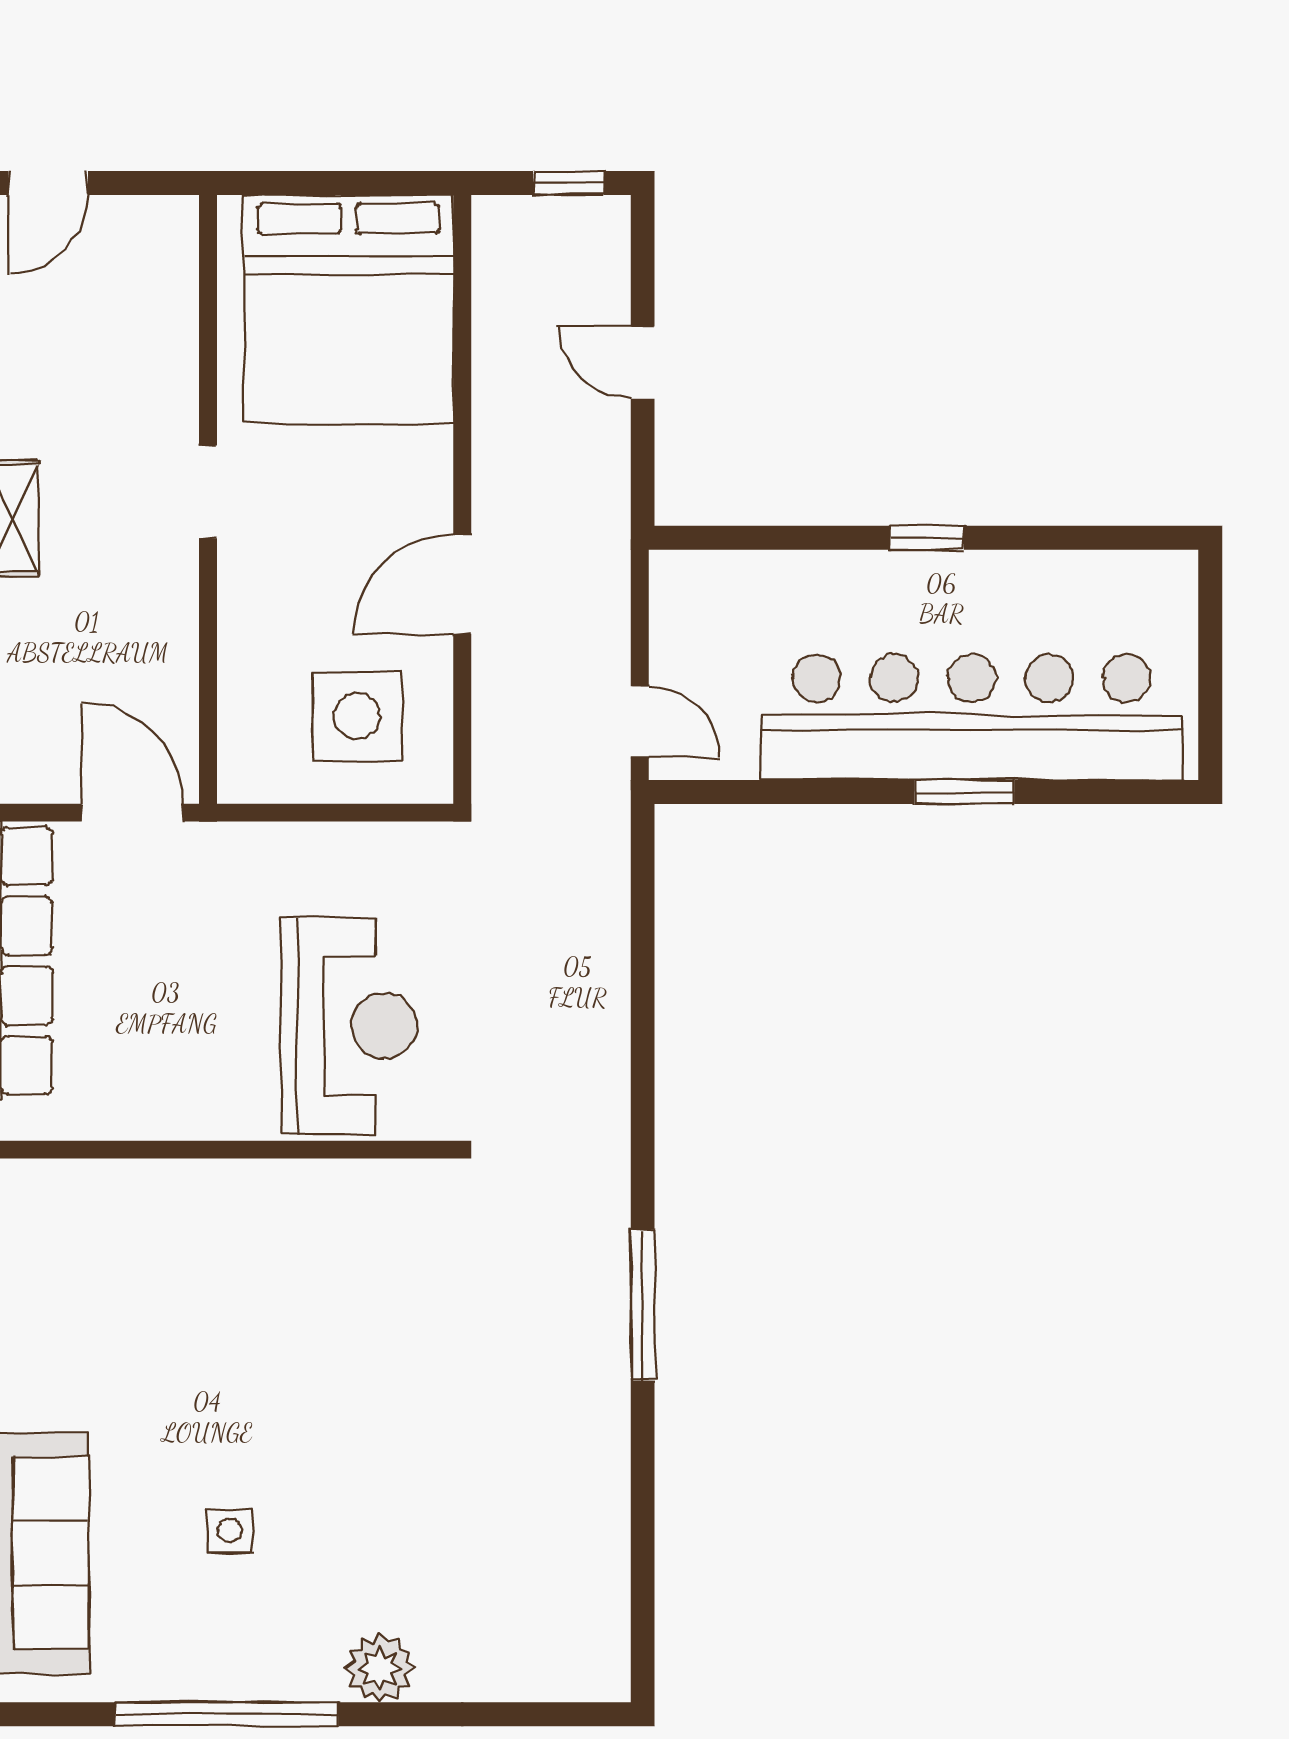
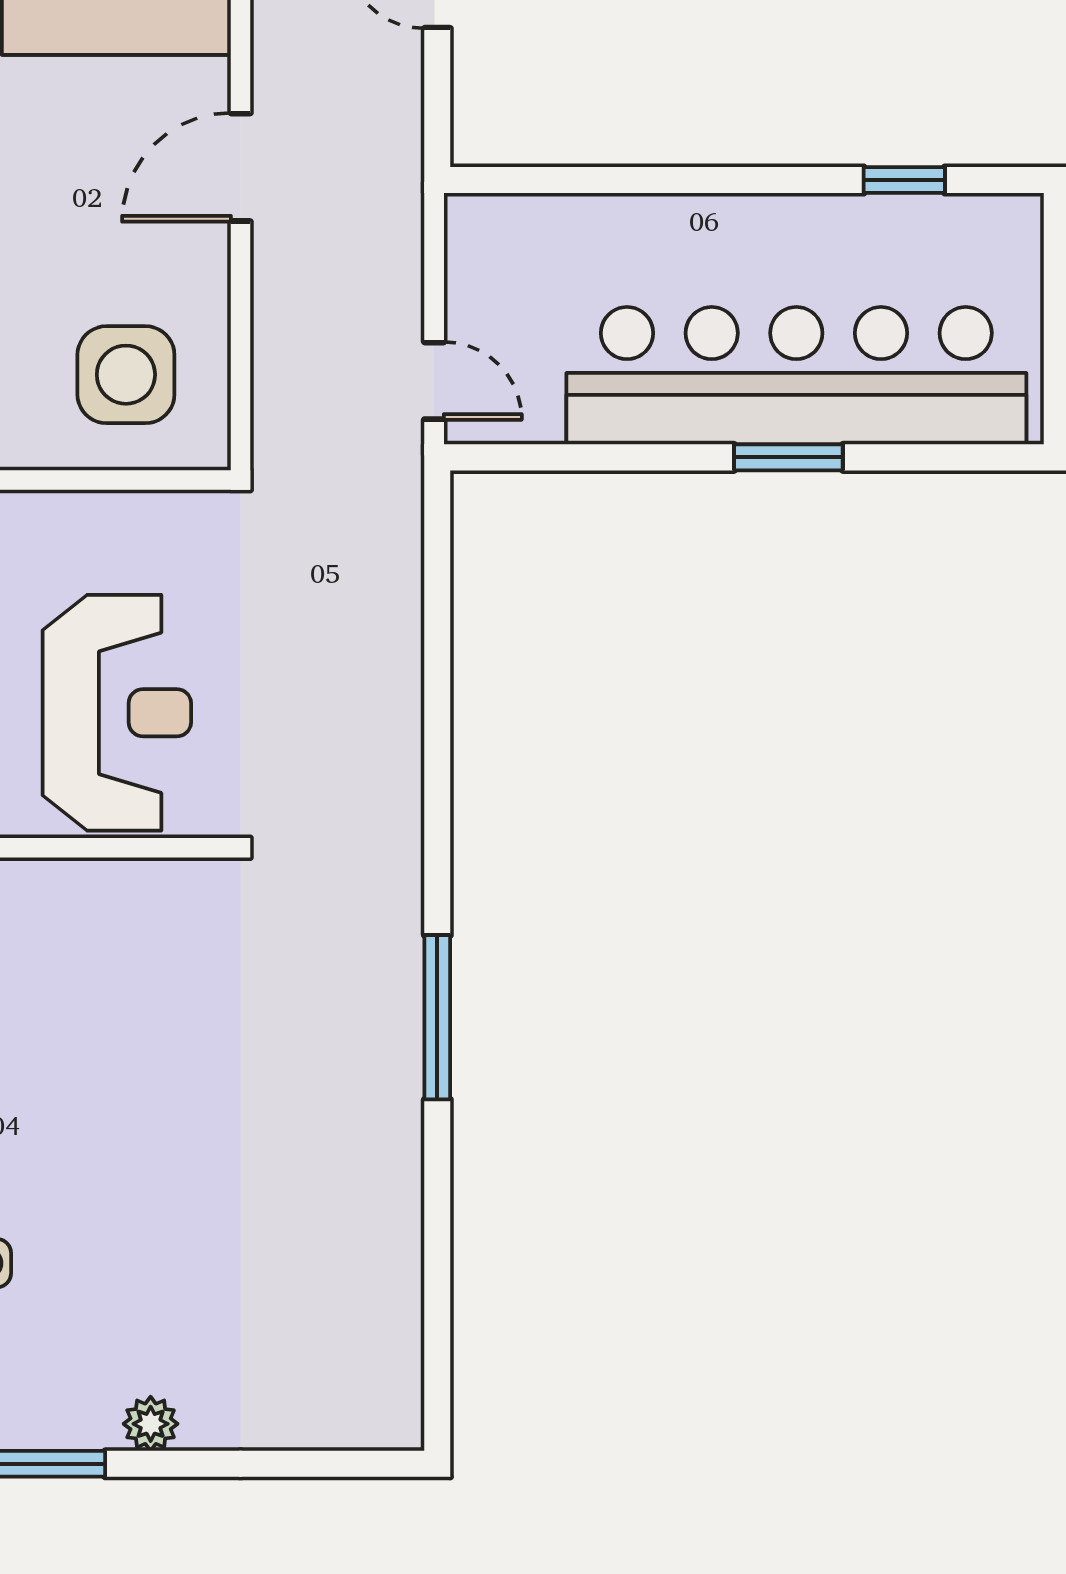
window: (926, 538) -> (904, 180), moved
door: (462, 584) -> (241, 167), moved
plant: (380, 1668) -> (151, 1424), width x0.73, depth x0.73

